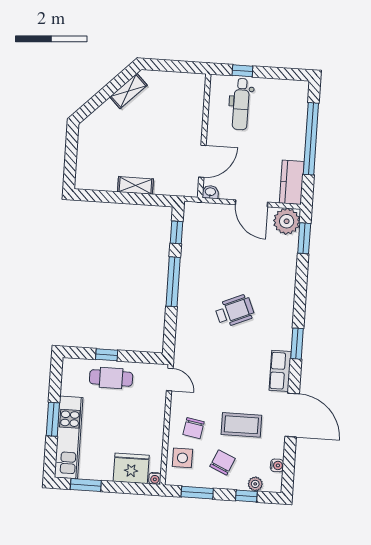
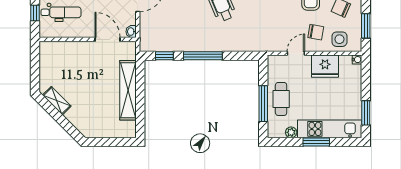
shelving: (135, 185) -> (128, 90), width x2.20, depth x1.33
window: (107, 355) -> (263, 104), width x2.17
door: (170, 379) -> (296, 53), moved
plant: (68, 388) -> (291, 132), added
fridge: (131, 468) -> (325, 66), moved, turned -90

